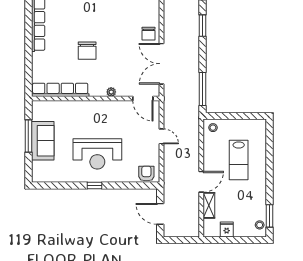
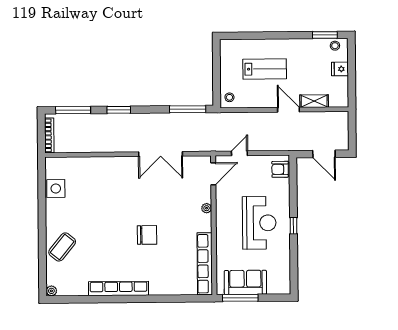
chair: (148, 34) -> (128, 168), removed
row of seats: (60, 90) -> (205, 264), moved
plant: (111, 92) -> (207, 208), moved
wall: (96, 98) -> (214, 225), moved
door: (143, 98) -> (213, 174), moved
door: (160, 214) -> (324, 154), hinge flipped
fridge: (227, 229) -> (340, 69), moved

